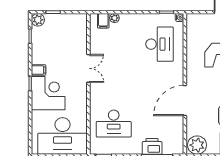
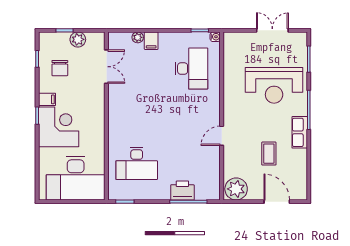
plant: (38, 20) -> (78, 39), moved
filing cabinet: (103, 21) -> (151, 41), moved
chair: (49, 44) -> (60, 68), added
double door: (88, 68) -> (106, 67), moved
door: (185, 101) -> (222, 136), width x0.53

